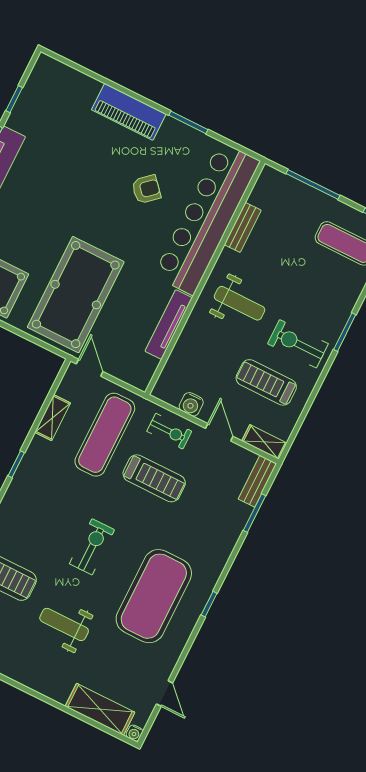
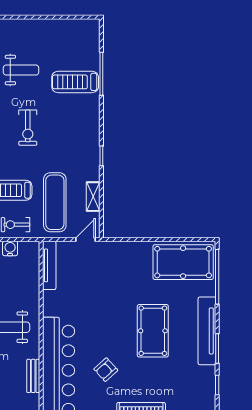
pool table: (76, 295) -> (153, 331), moved, width x0.73, depth x0.76
tv unit: (169, 324) -> (49, 265), moved
door: (90, 368) -> (85, 240), swing flipped

